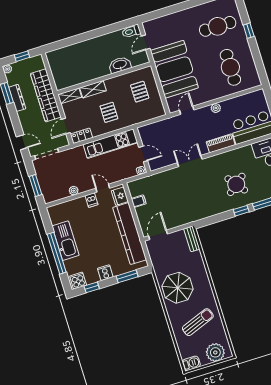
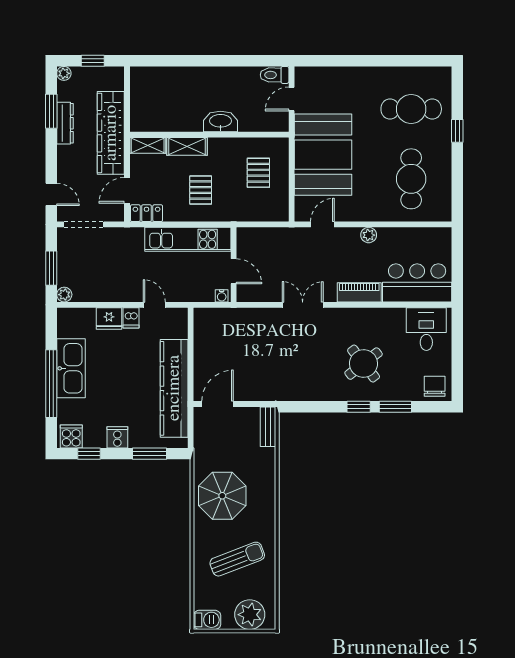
washbasin: (120, 65) -> (221, 121), moved
plant: (74, 191) -> (64, 295), moved
fridge: (120, 196) -> (109, 319), moved, turned -90
filing cabinet: (139, 201) -> (204, 342), removed

